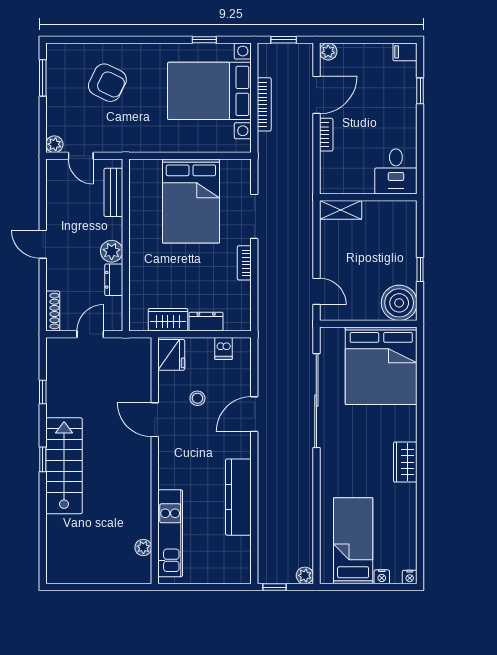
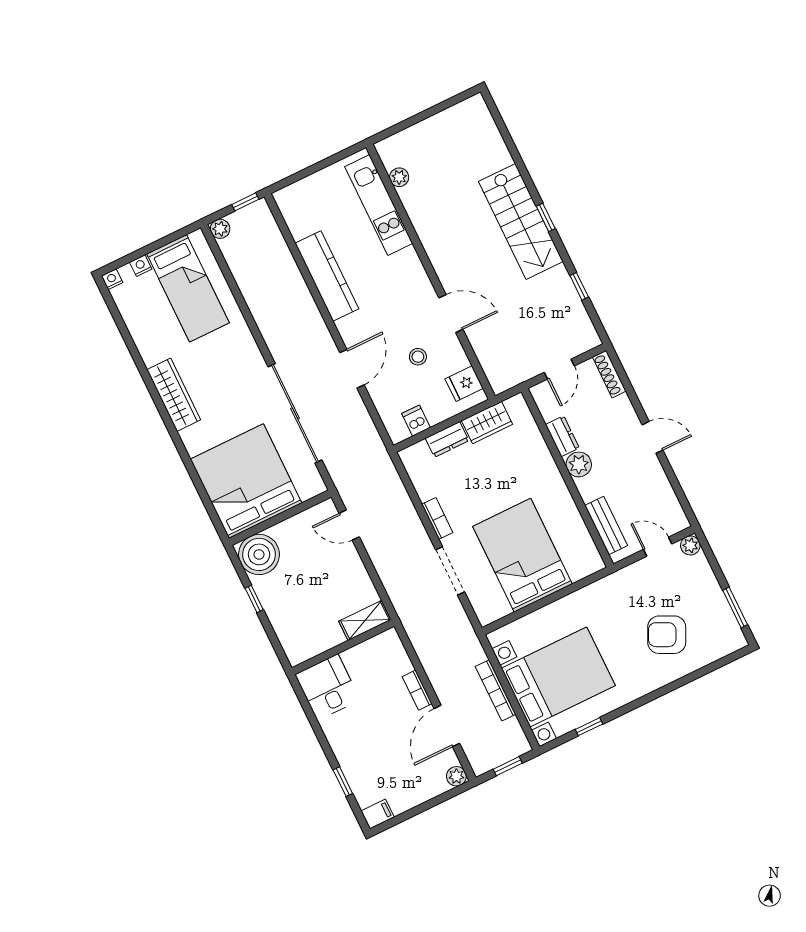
fridge: (171, 355) -> (464, 384), width x0.72
wardrobe: (405, 462) -> (174, 395), width x1.50

